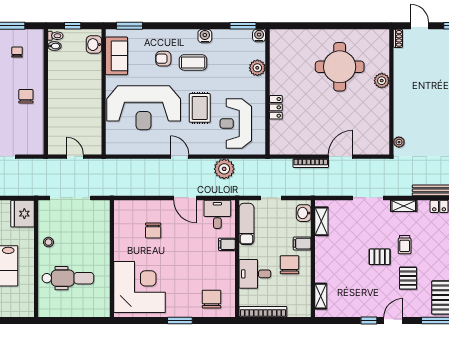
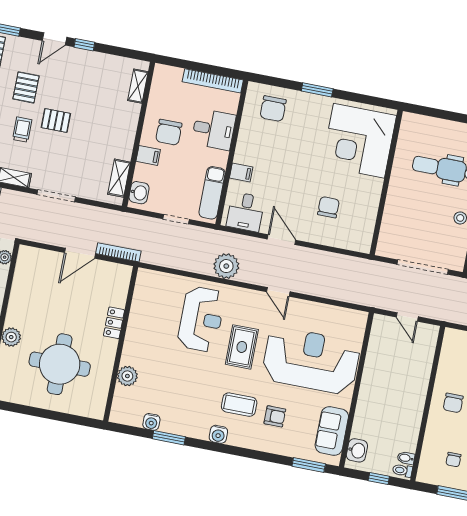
plant: (257, 68) -> (127, 376), moved
wall: (267, 92) -> (121, 344), moved
locker: (276, 107) -> (114, 323), moved

